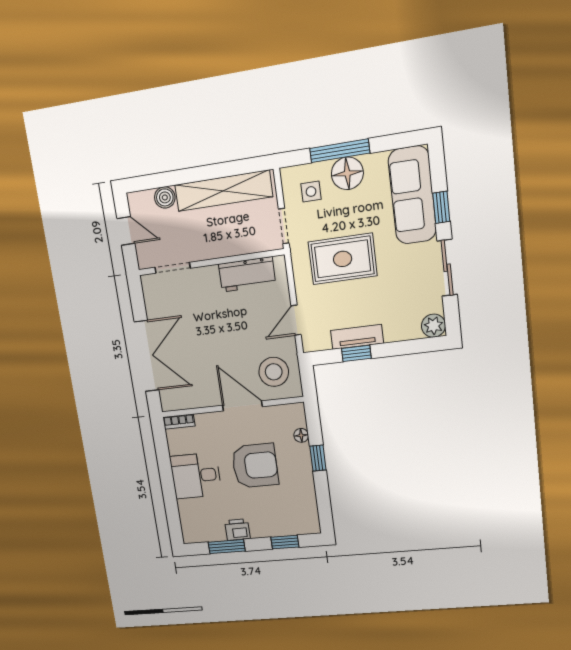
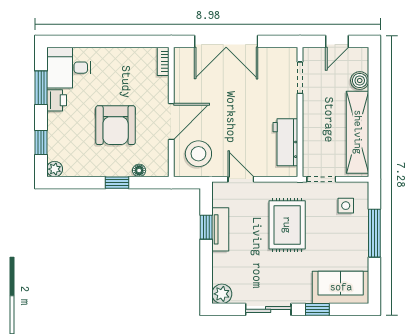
floor lamp: (347, 173) -> (356, 237), removed
sofa: (412, 195) -> (341, 287), width x0.73
desk: (196, 476) -> (69, 68), moved, turned -90
plant: (312, 526) -> (55, 169), added

